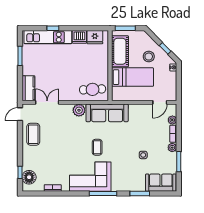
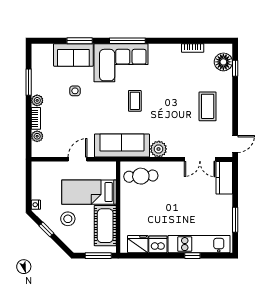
door: (160, 102) -> (78, 159), moved
coffee table: (33, 134) -> (208, 106), moved
corner sofa: (90, 177) -> (121, 63), moved
sofa: (161, 183) -> (73, 55), moved

